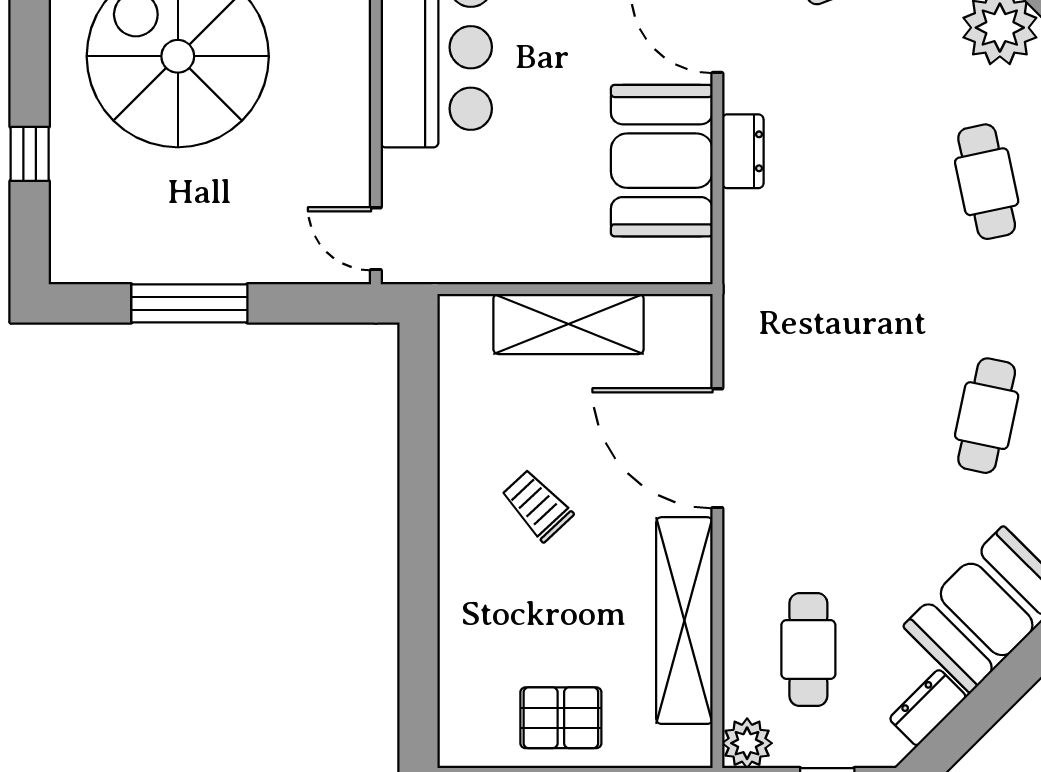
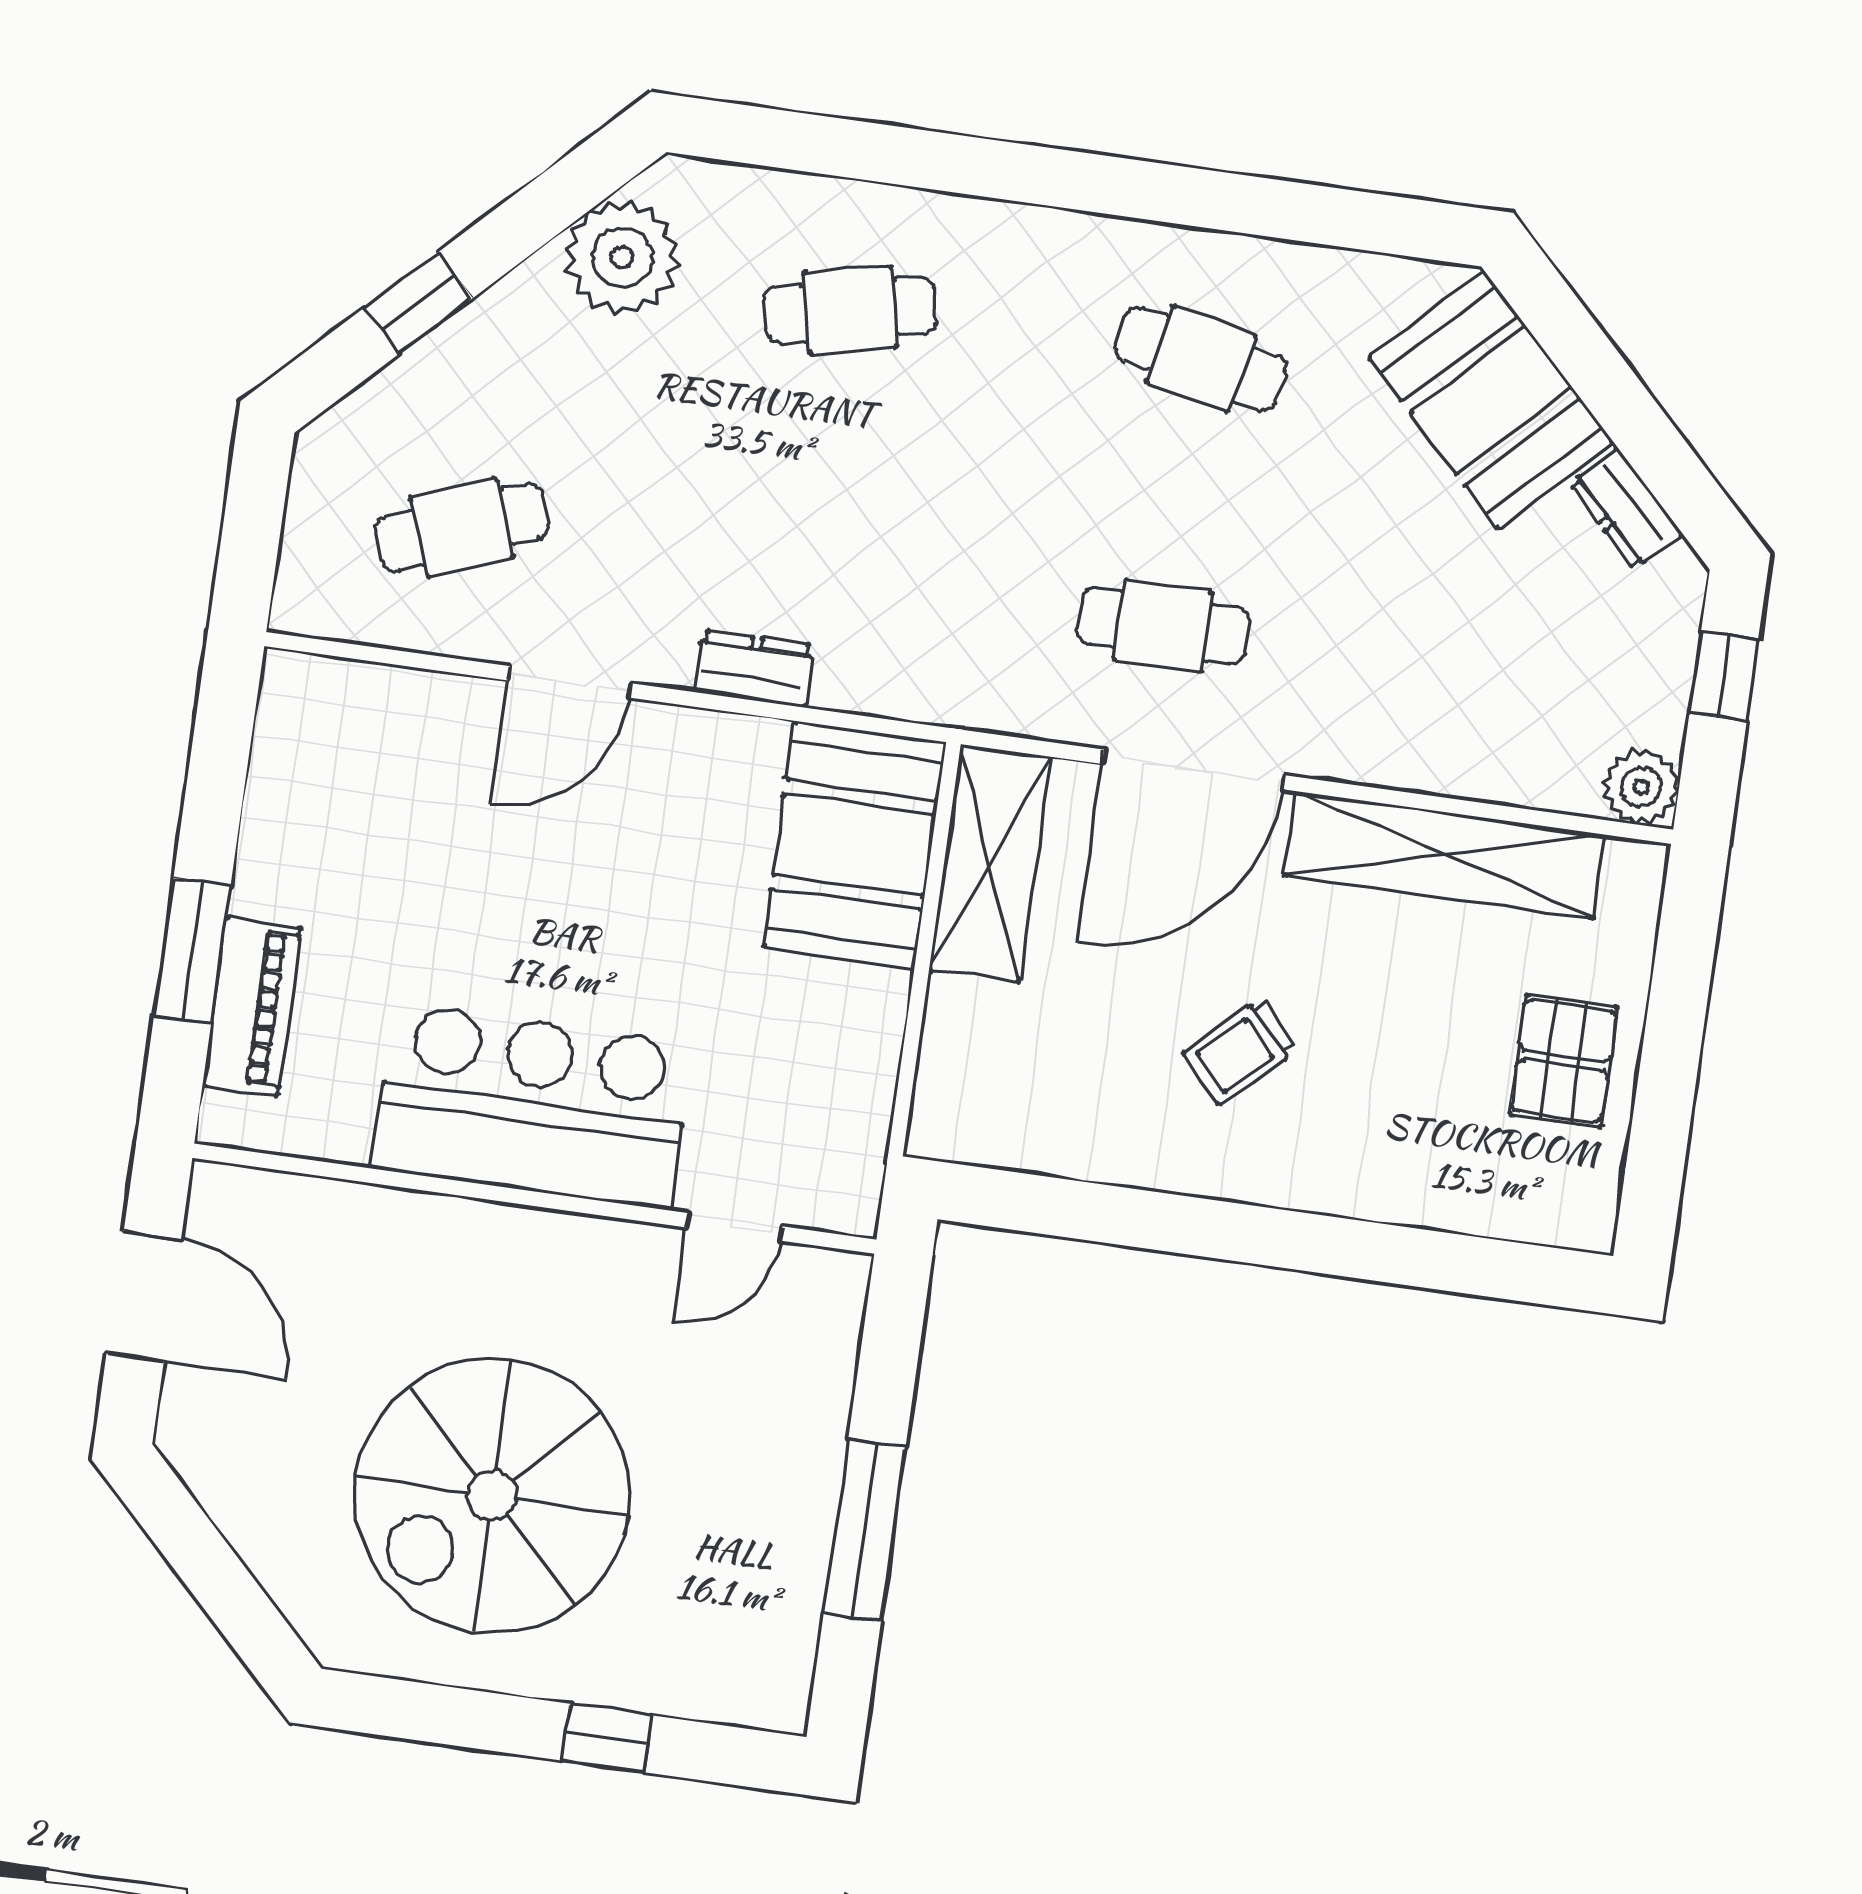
booth: (662, 161) -> (854, 845), moved, turned 90
door: (376, 239) -> (734, 1227), moved
shelving: (569, 324) -> (990, 863), moved
cafe table: (808, 650) -> (1163, 626), moved

